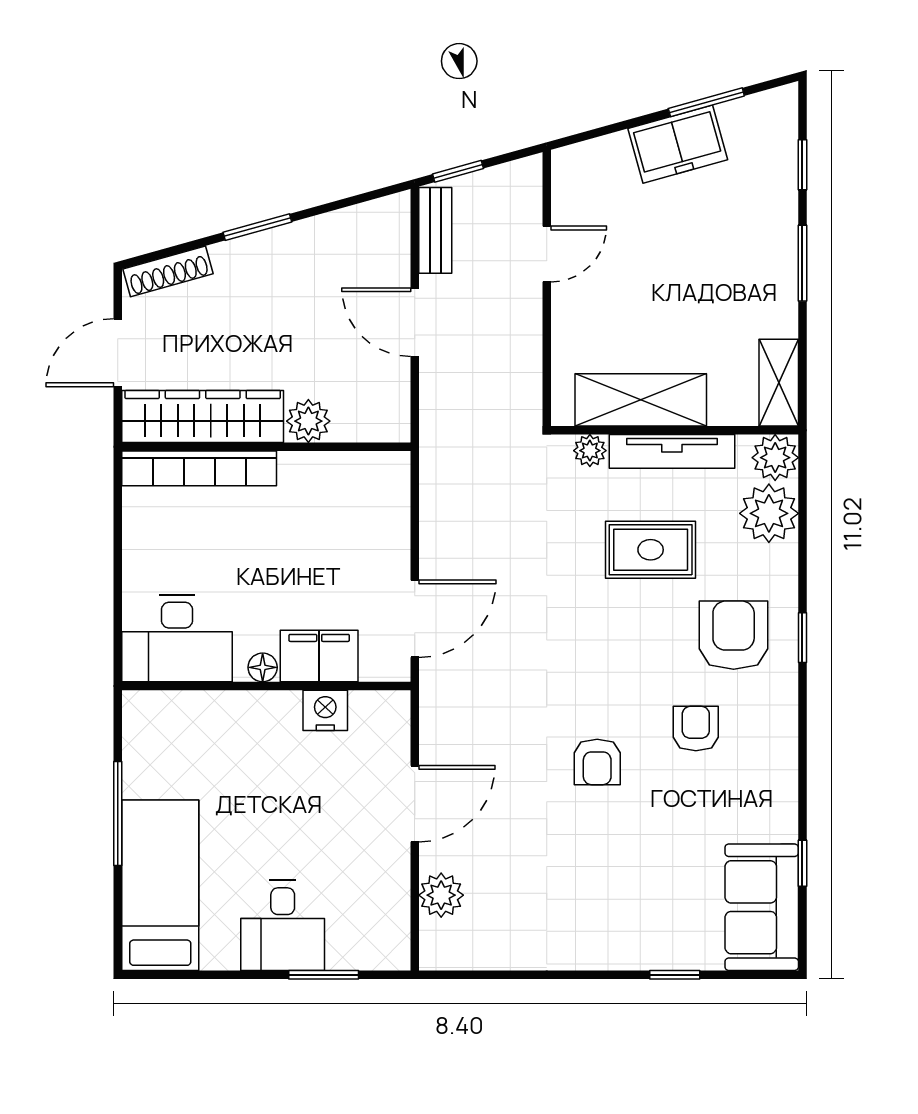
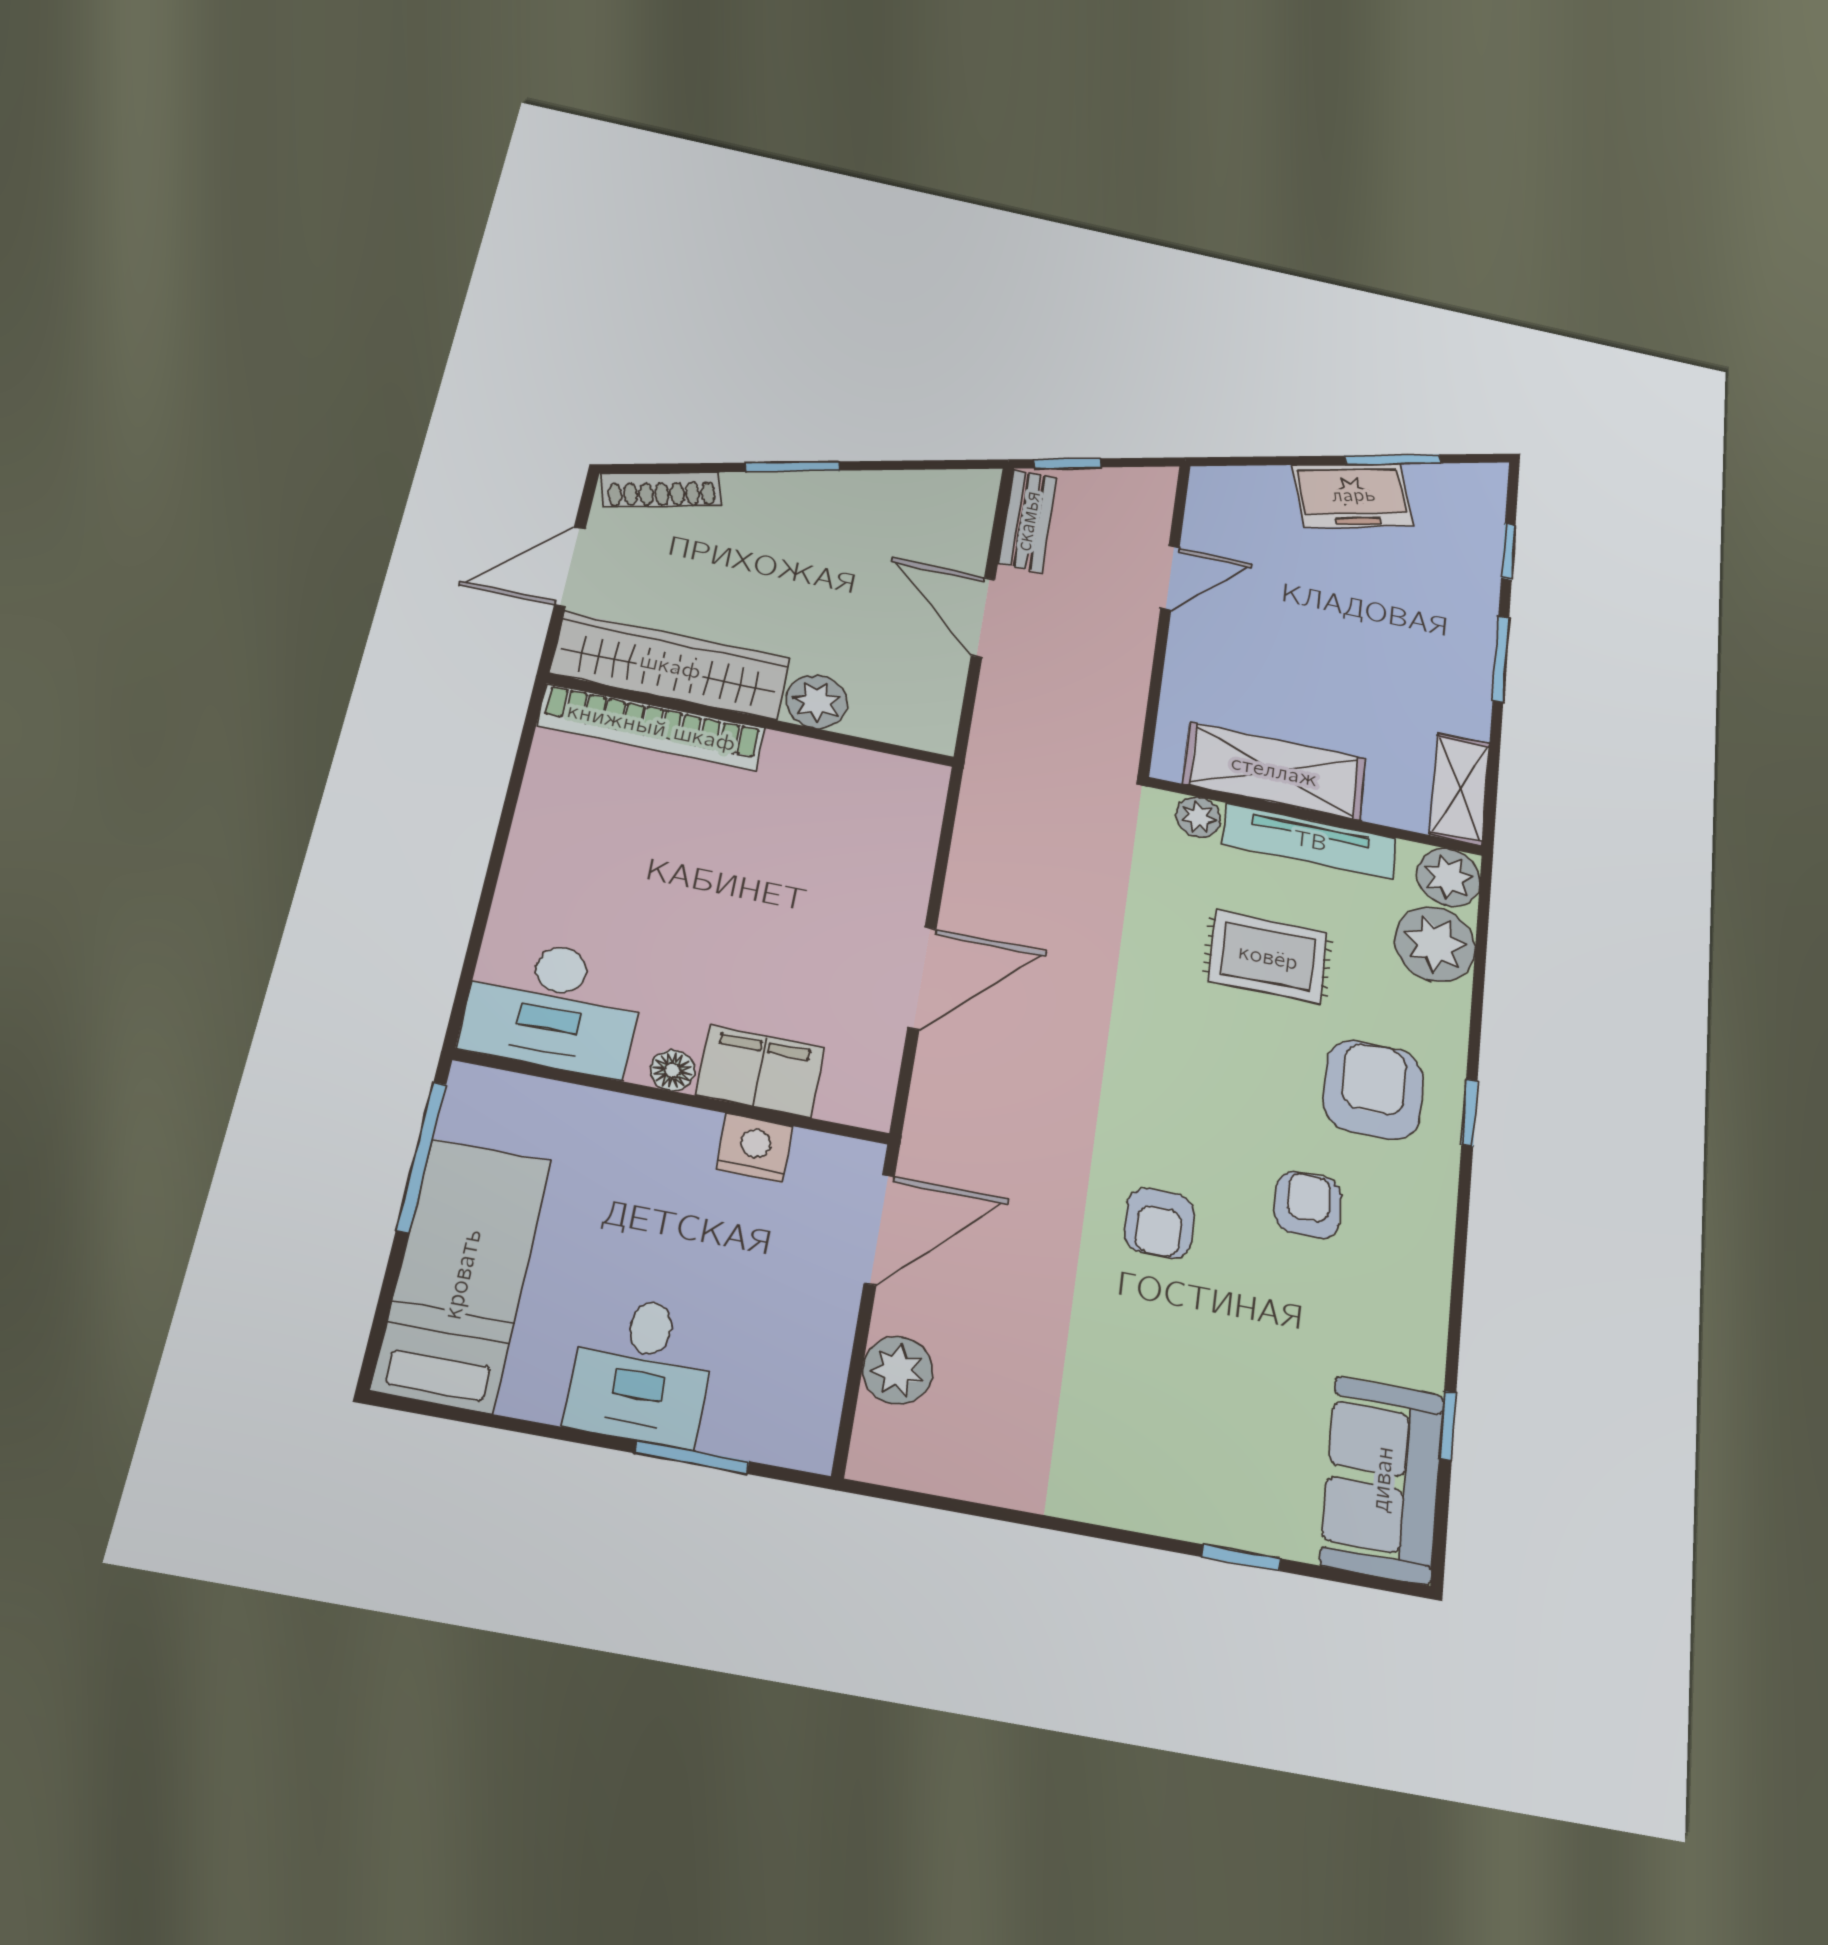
desk: (177, 639) -> (553, 1006), moved
filing cabinet: (319, 656) -> (760, 1071), moved
floor lamp: (263, 667) -> (672, 1070), moved
wall: (266, 686) -> (672, 1097), moved
nightstand: (325, 710) -> (755, 1148), moved

